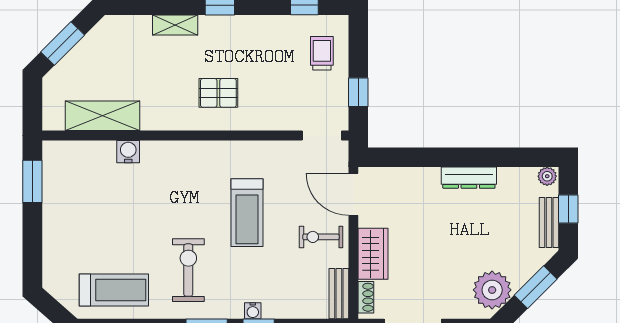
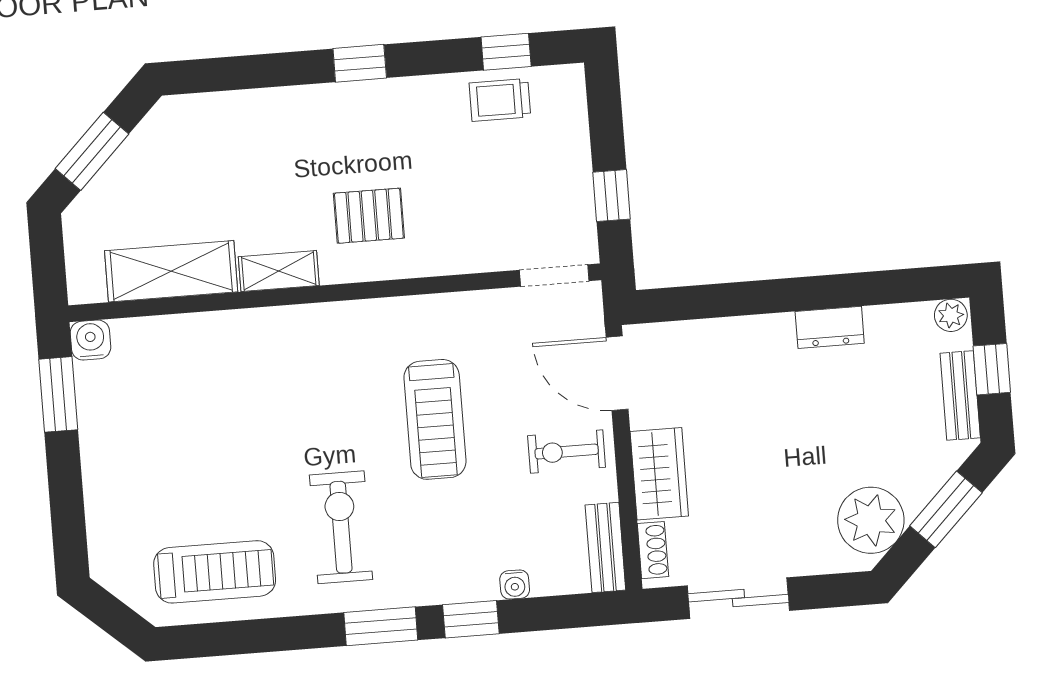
shelving: (175, 25) -> (279, 271), moved
trolley: (322, 53) -> (500, 100), moved, turned -90
water cooler: (128, 152) -> (90, 340), moved
dresser: (469, 178) -> (830, 327), width x0.70
water cooler: (253, 311) -> (515, 585), moved

